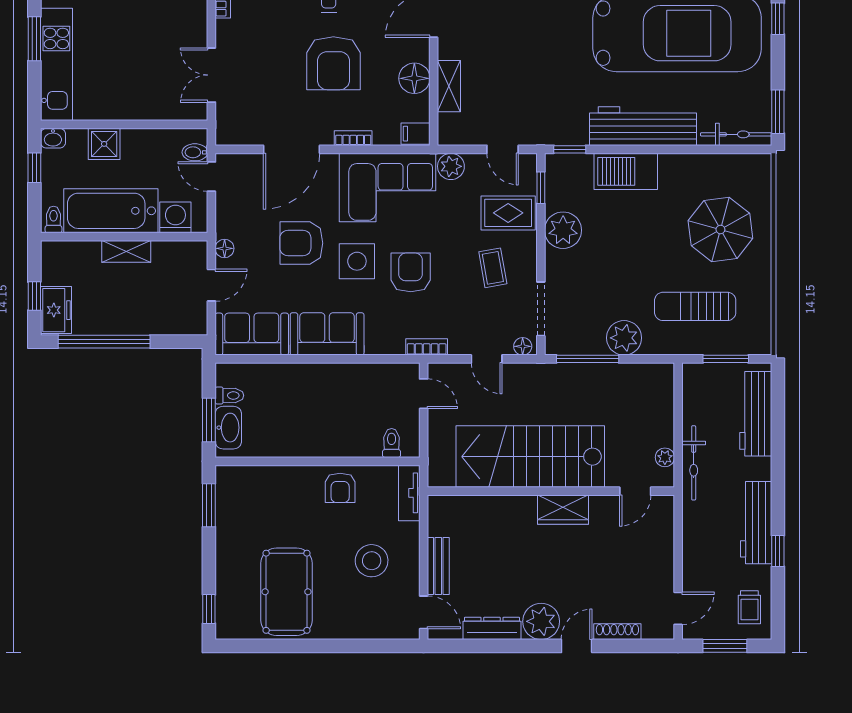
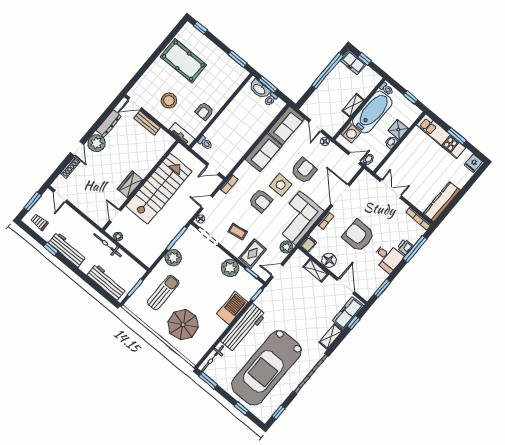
washbasin: (53, 138) -> (391, 142), moved
armchair: (340, 488) -> (204, 111), turned -90

